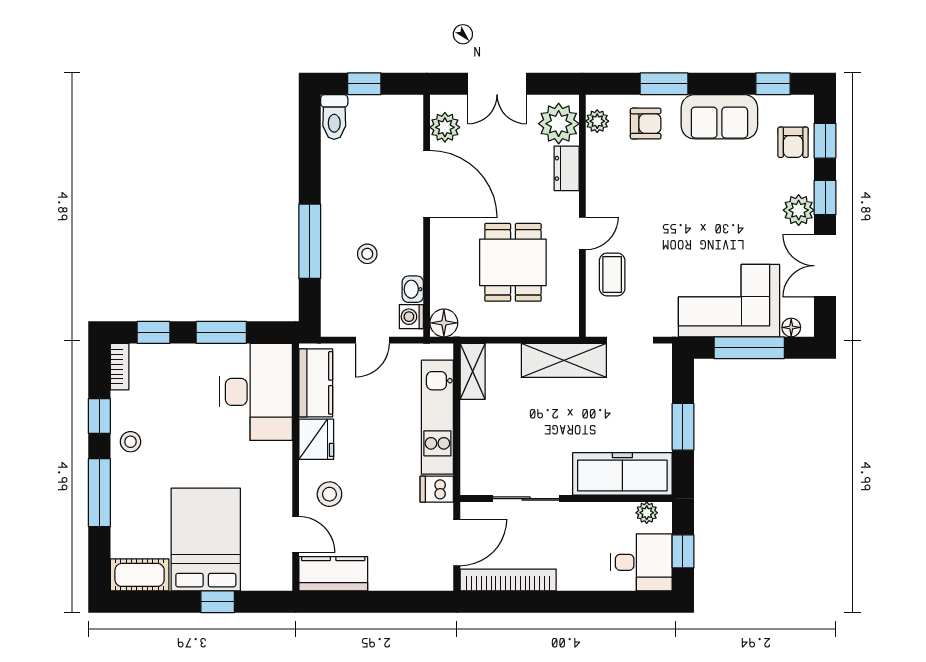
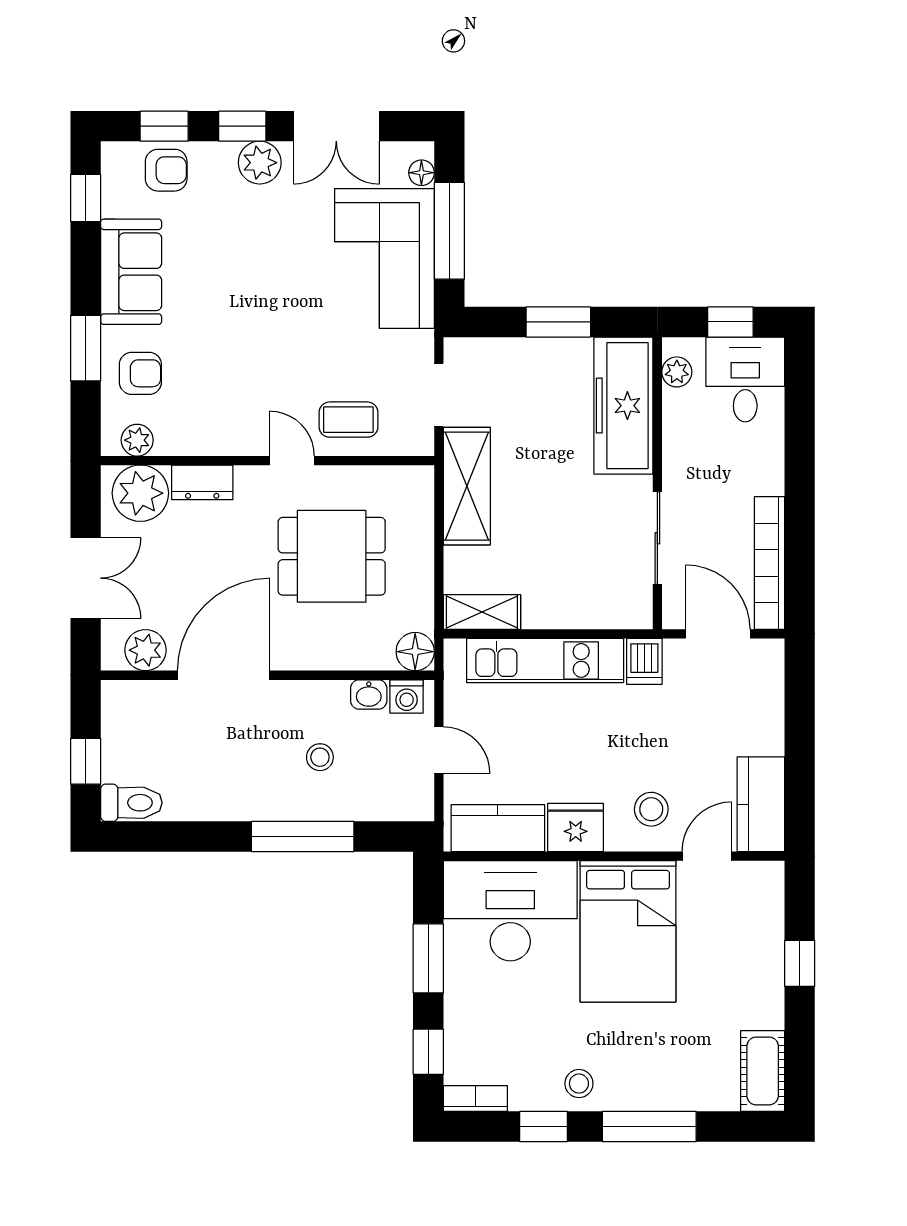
armchair: (646, 124) -> (140, 373), turned 90
bed: (206, 540) -> (628, 931), moved, turned -90

